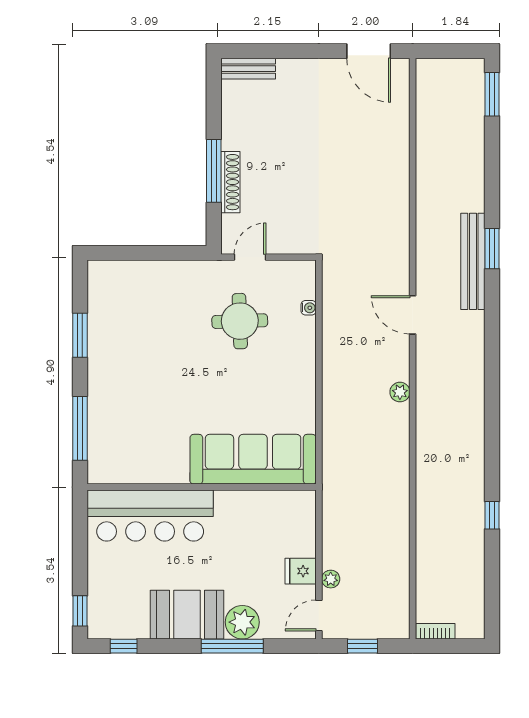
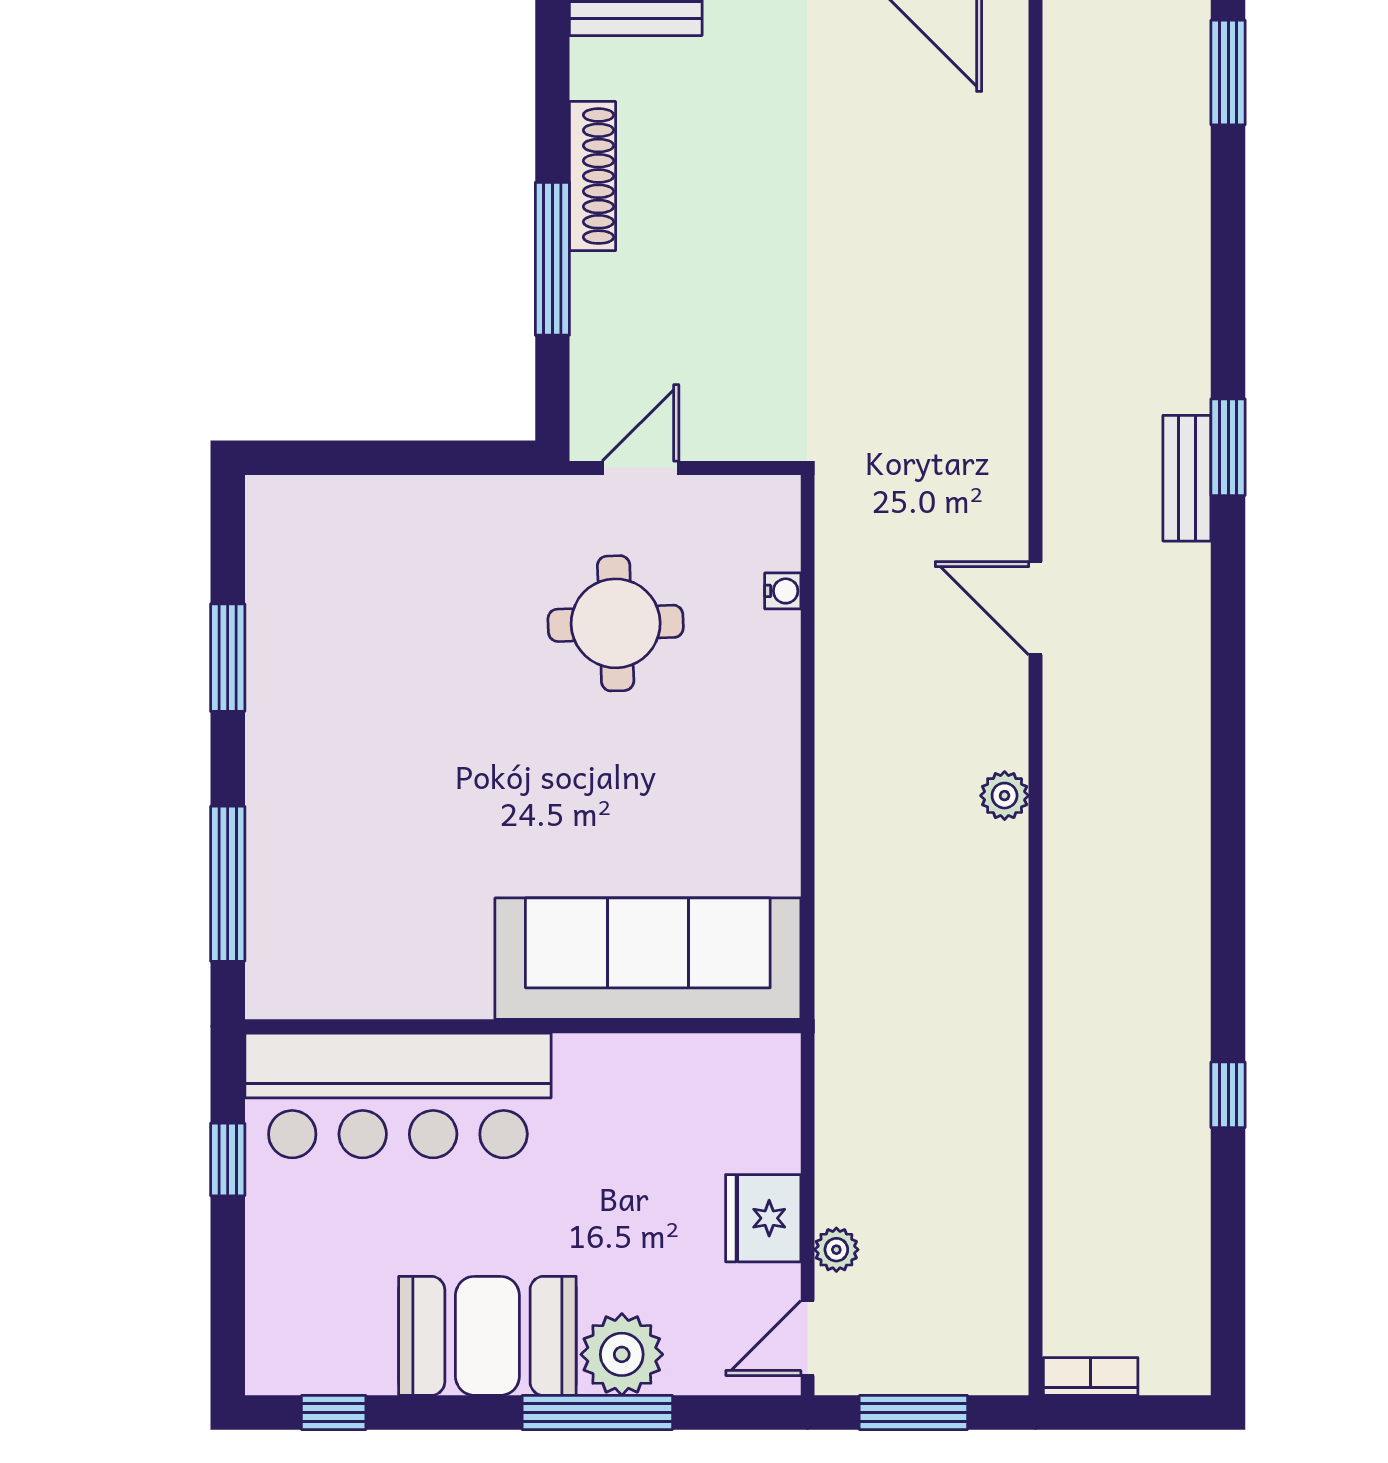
shoe rack: (230, 182) -> (593, 176), moved
bench: (473, 261) -> (1187, 478), width x0.54, depth x0.82
fridge: (301, 571) -> (763, 1218), width x1.38
window: (80, 611) -> (228, 1159), moved
window: (362, 646) -> (913, 1413), width x1.50

